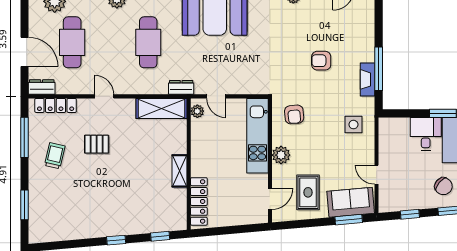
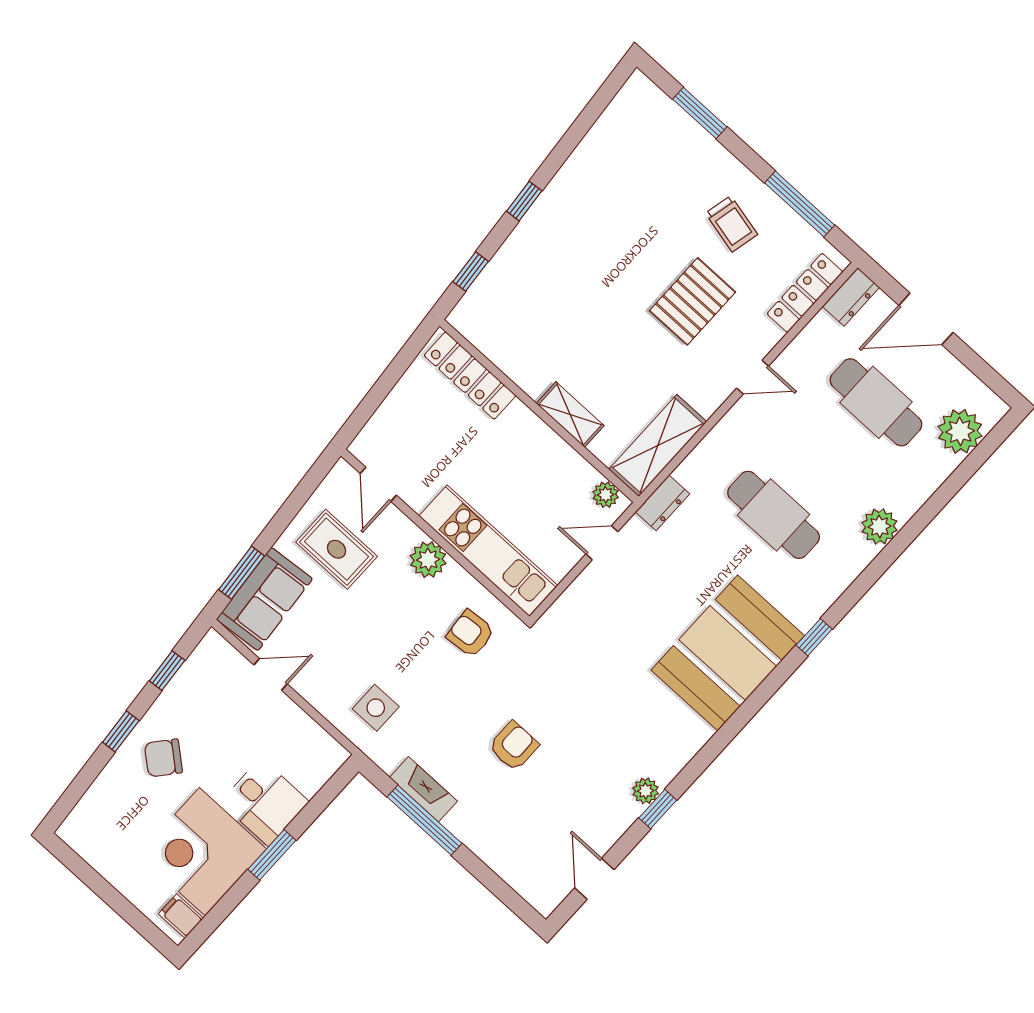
pallet: (97, 144) -> (692, 301), width x1.50, depth x1.42
shelving: (180, 171) -> (570, 415), moved

